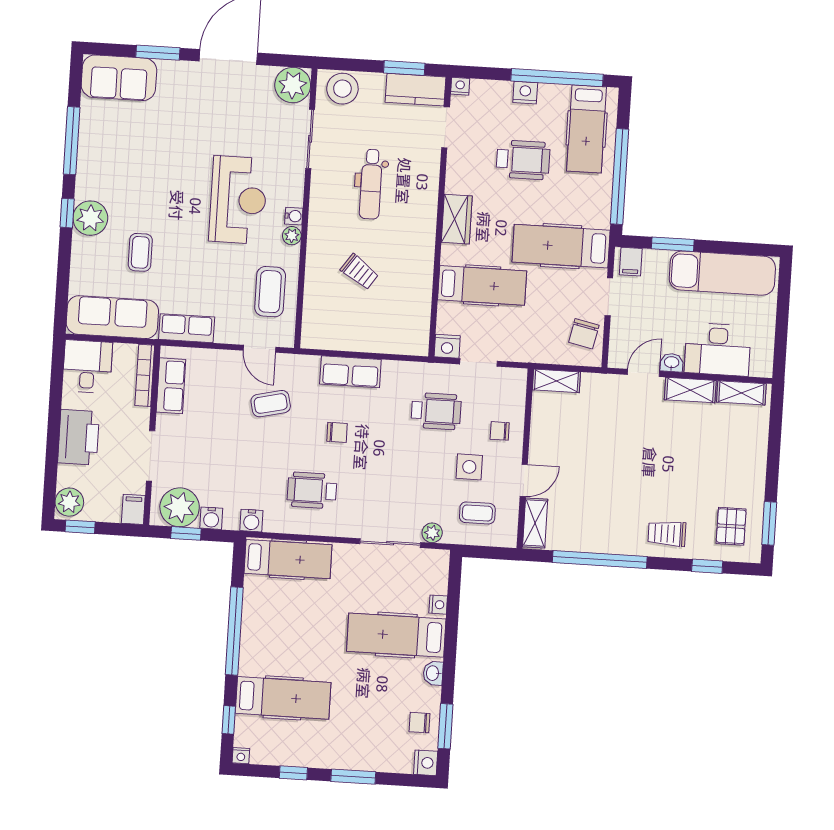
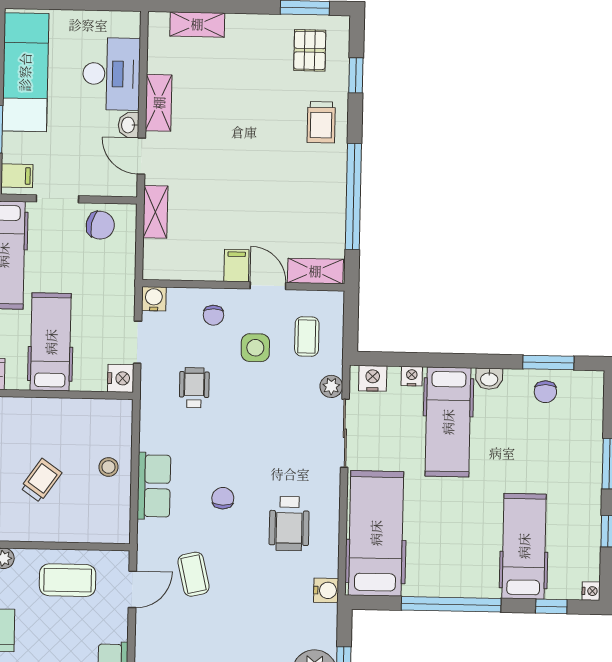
stool: (369, 332) -> (109, 467), added
shelving: (556, 381) -> (155, 212), moved
shelving: (741, 393) -> (197, 24), moved, turned 90
wheelchair: (436, 411) -> (194, 388), width x0.73, depth x0.73
filing cabinet: (543, 453) -> (236, 266), added
water cooler: (211, 518) -> (154, 299), moved, turned -90
pallet: (731, 526) -> (310, 50), turned 90
hospital bed: (288, 559) -> (376, 533), width x1.37, depth x1.29
nightstand: (426, 763) -> (373, 378), moved

